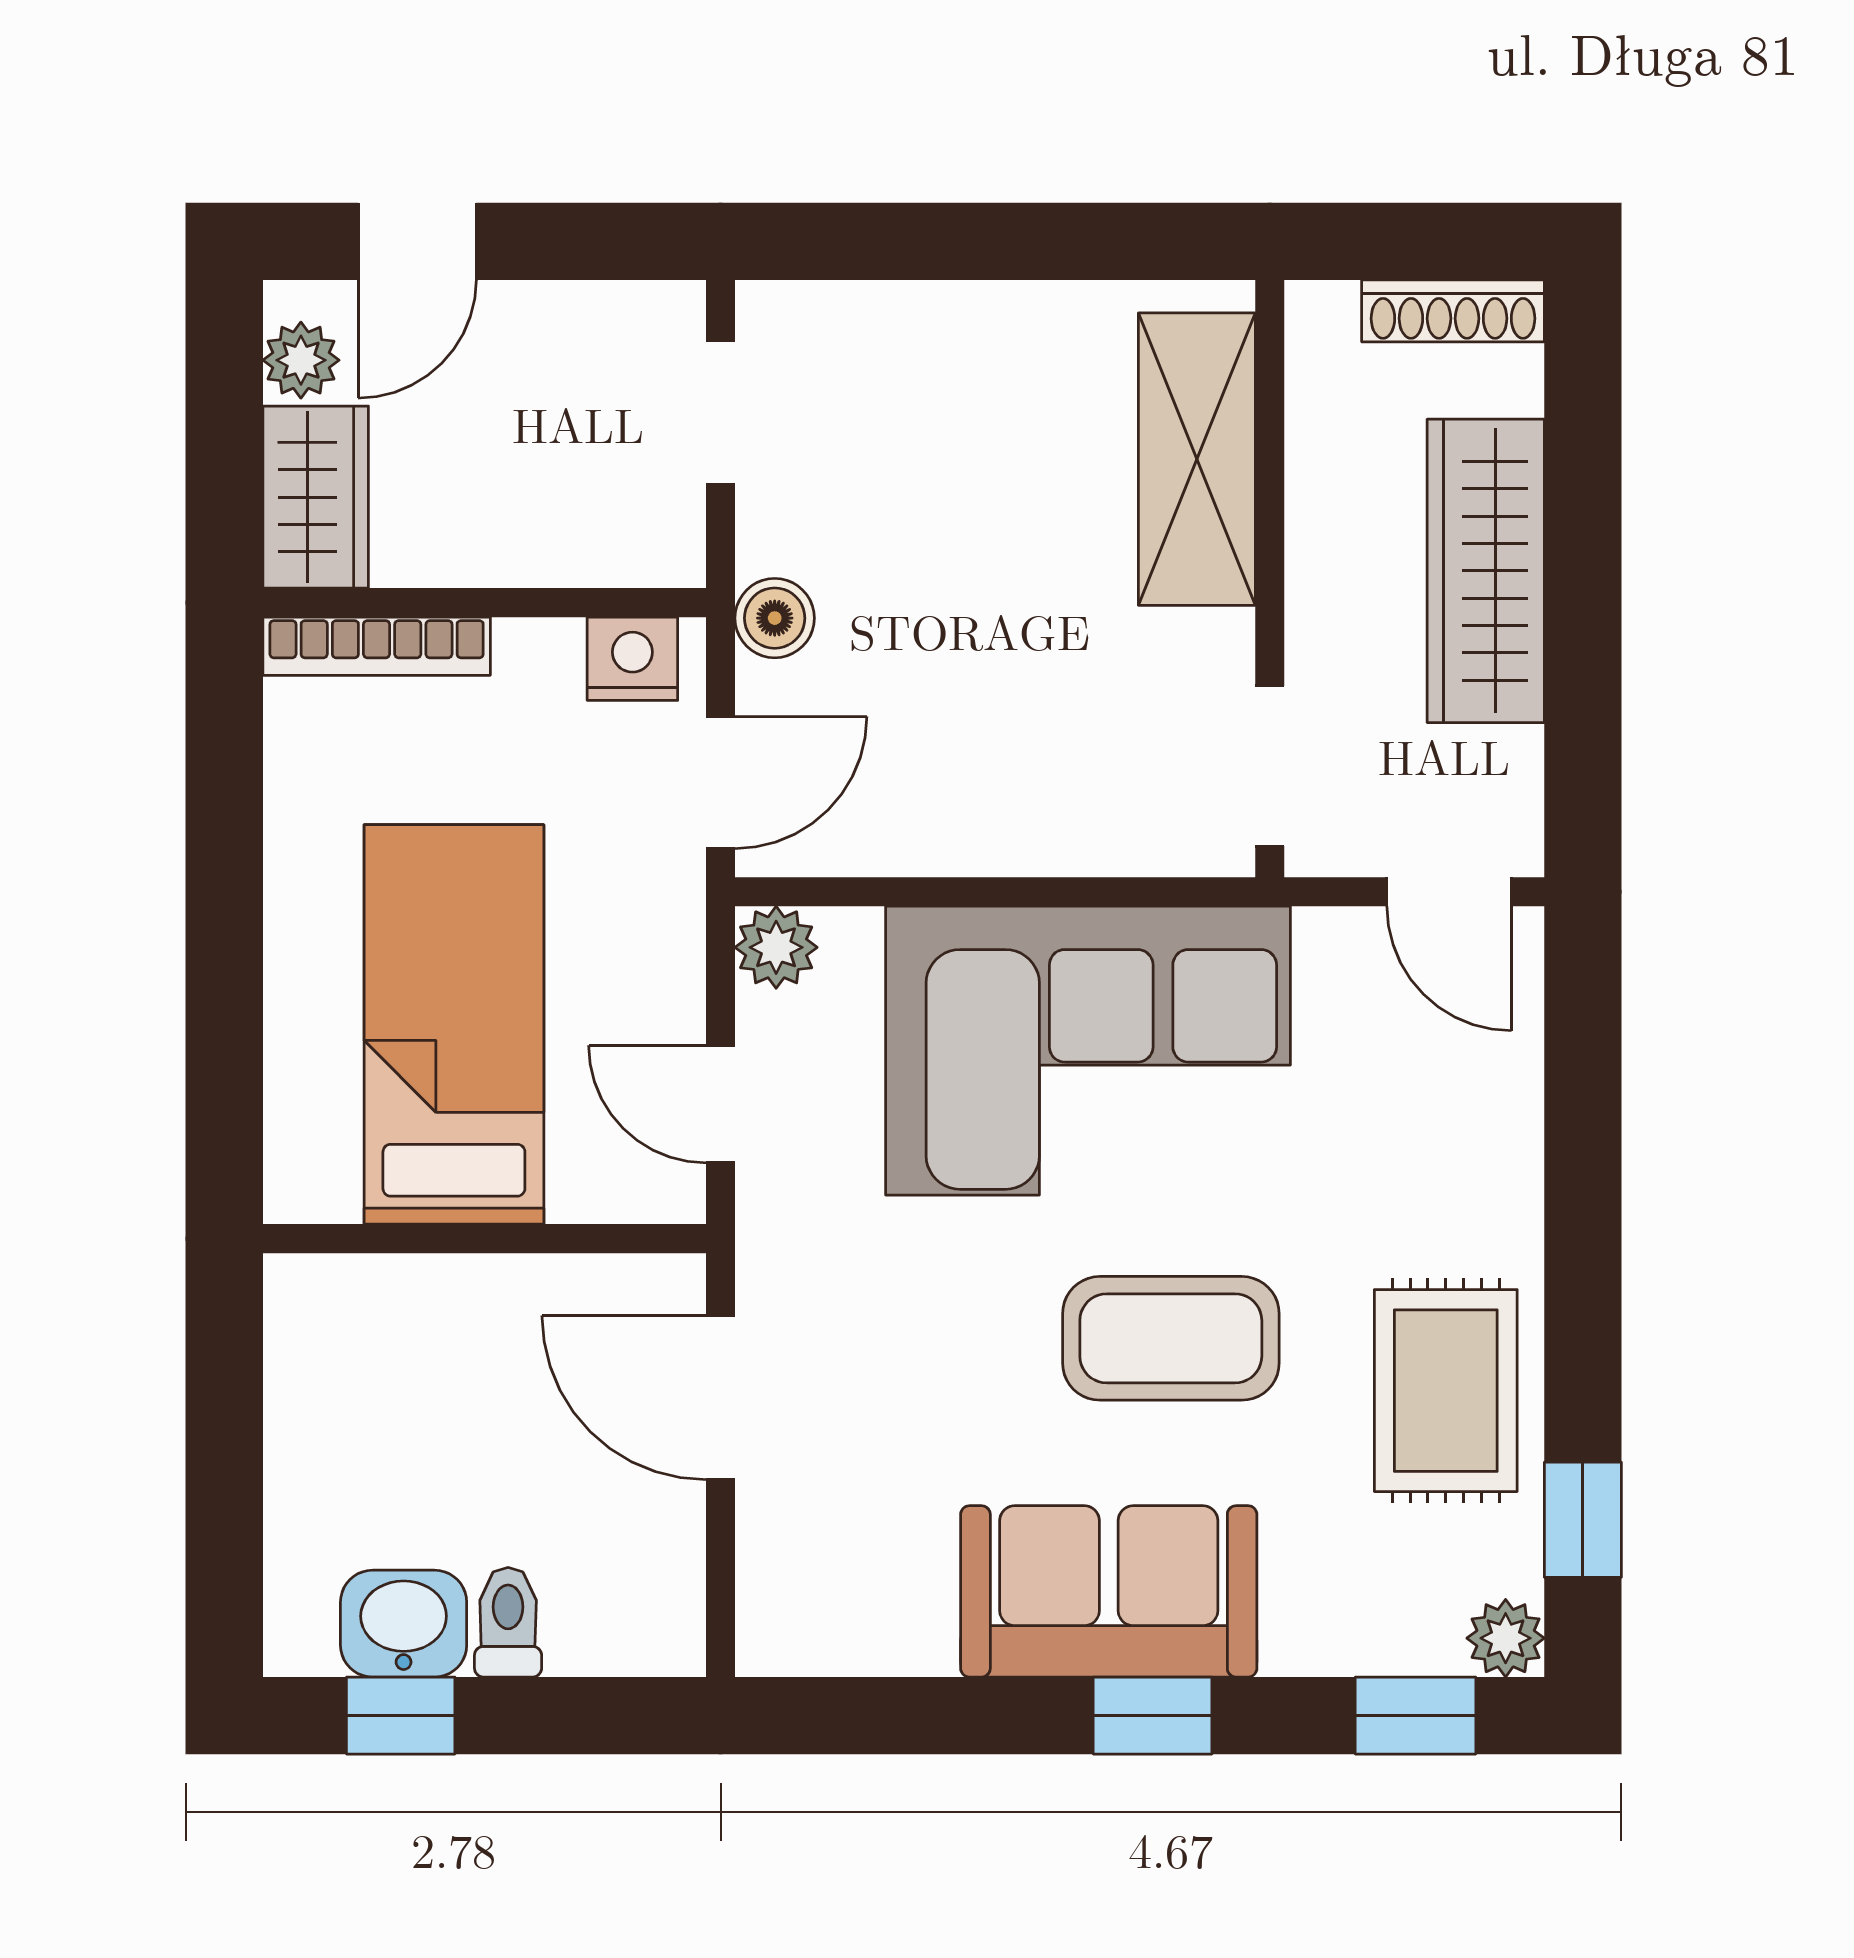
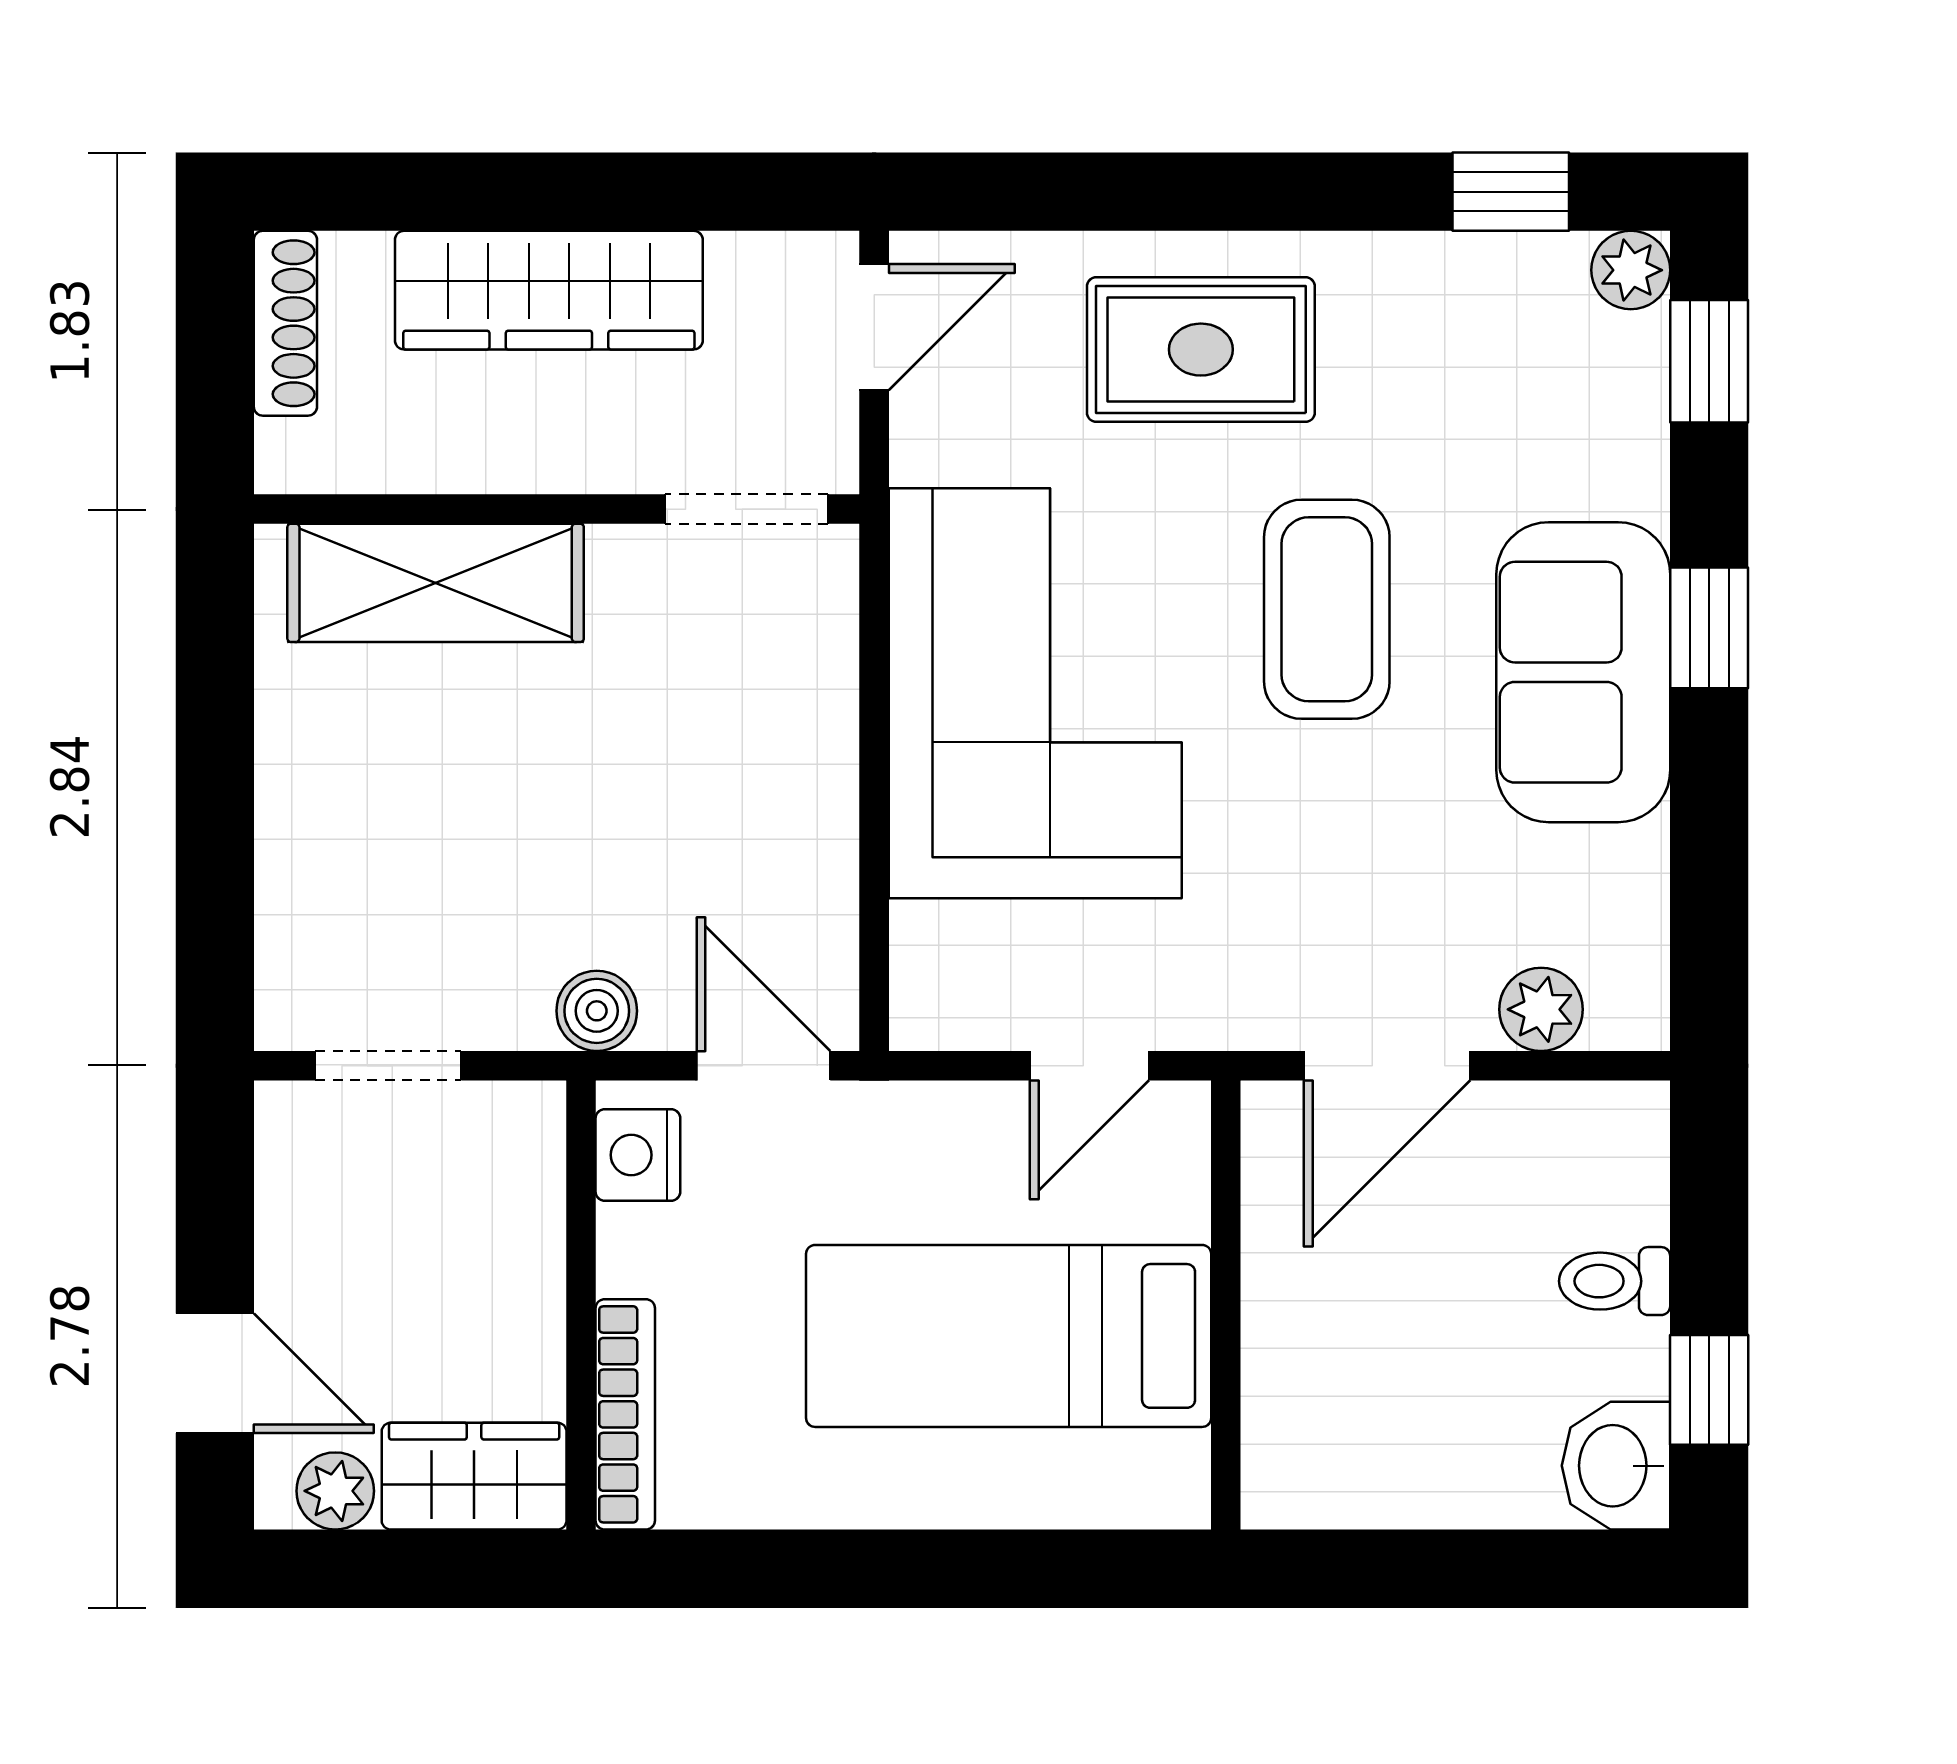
plant: (776, 947) -> (1541, 1009), moved
rug: (1446, 1391) -> (1201, 350), moved
washbasin: (404, 1624) -> (1616, 1466), moved

